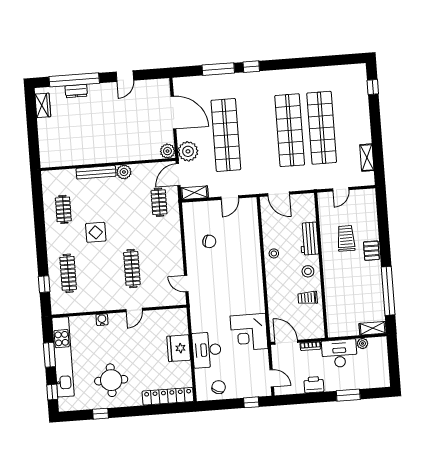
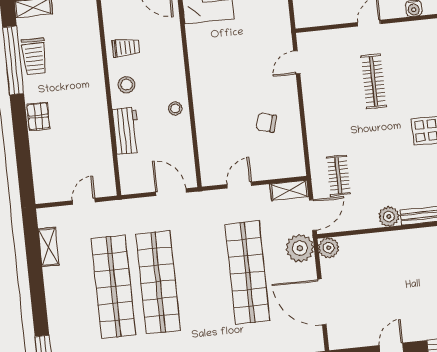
trolley: (346, 238) -> (34, 56), moved
door: (186, 284) -> (297, 62), swing flipped

